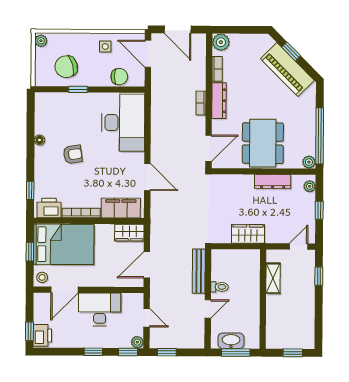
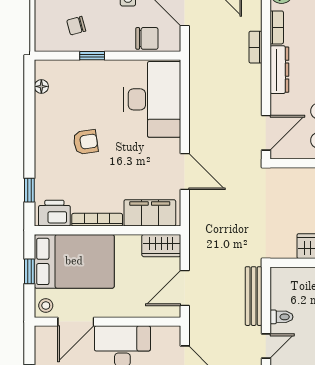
chair: (66, 67) -> (76, 26), width x0.54, depth x0.54
bookcase: (201, 103) -> (255, 47), moved
floor lamp: (39, 140) -> (41, 86), moved

